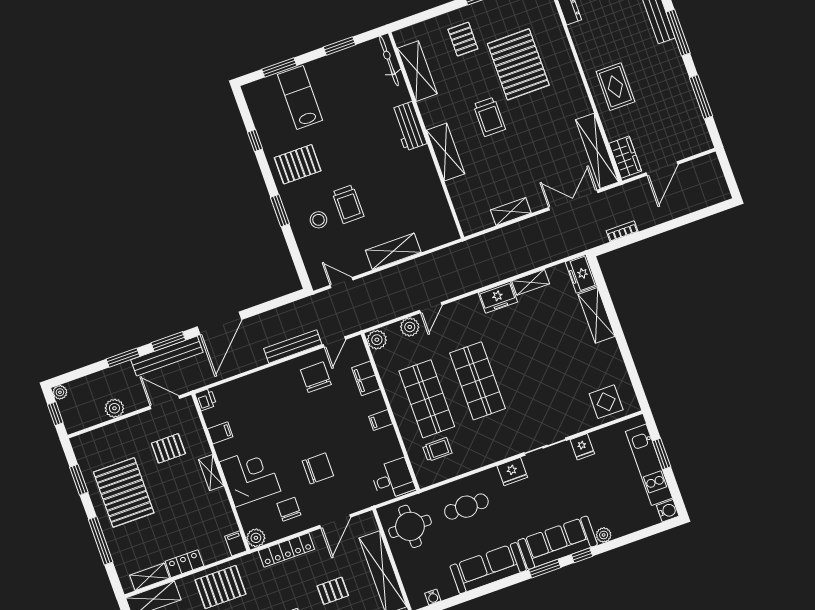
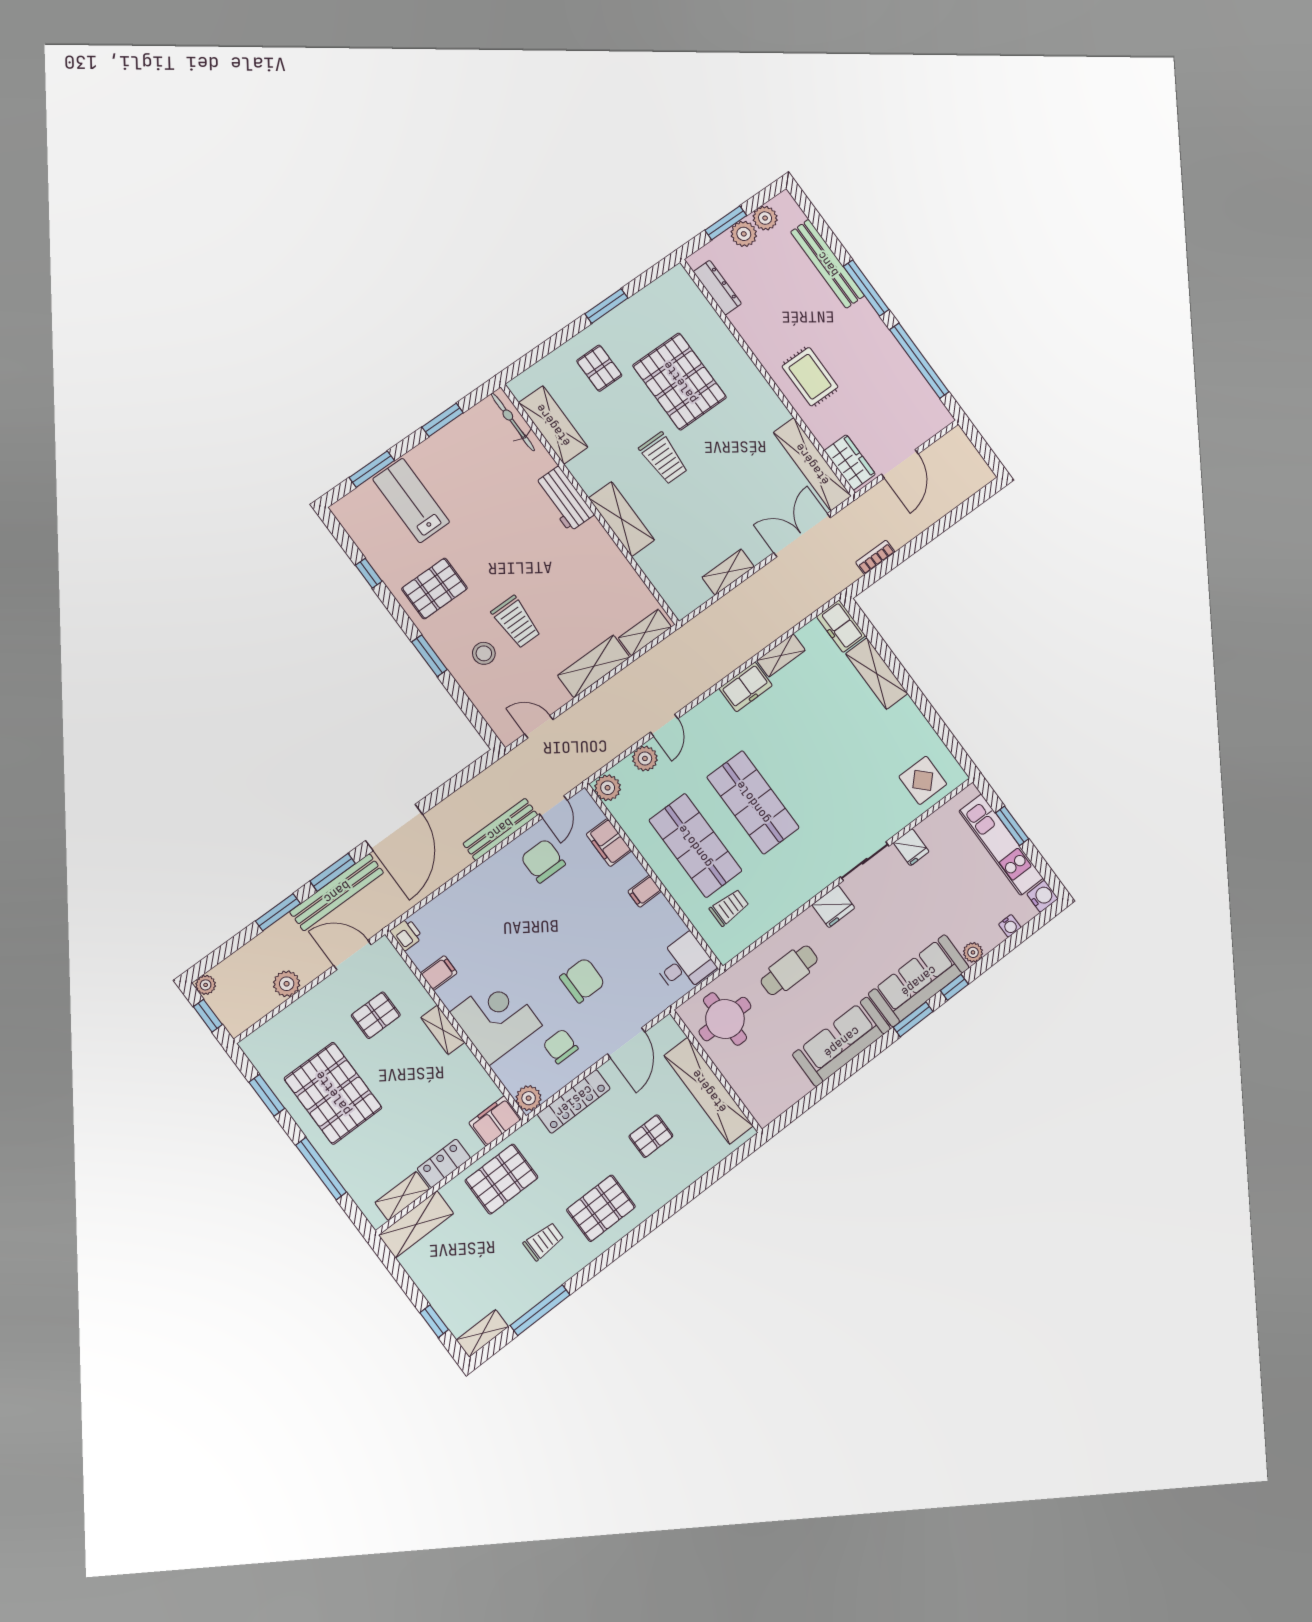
window: (701, 97) -> (919, 361), width x1.46
shelving: (437, 238) -> (645, 633), added
filing cabinet: (236, 543) -> (495, 1121), width x2.00
water cooler: (433, 597) -> (1010, 926), moved

